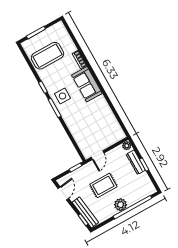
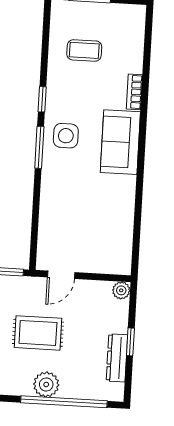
coffee table: (47, 56) -> (84, 50), width x0.54, depth x0.58
dresser: (136, 162) -> (117, 358), moved

